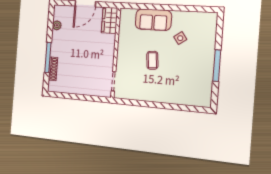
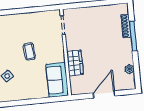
wardrobe: (110, 20) -> (75, 63), moved
sofa: (153, 20) -> (57, 80), moved, turned -90

